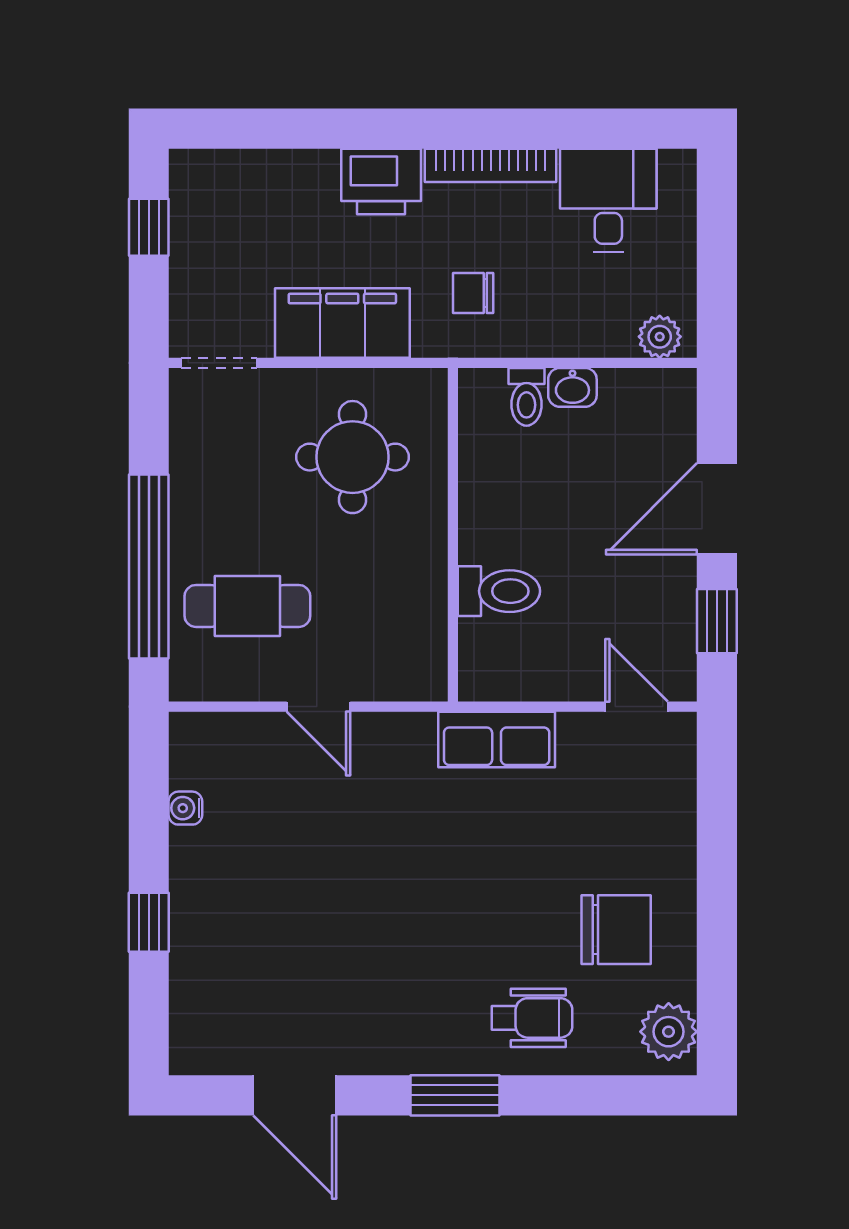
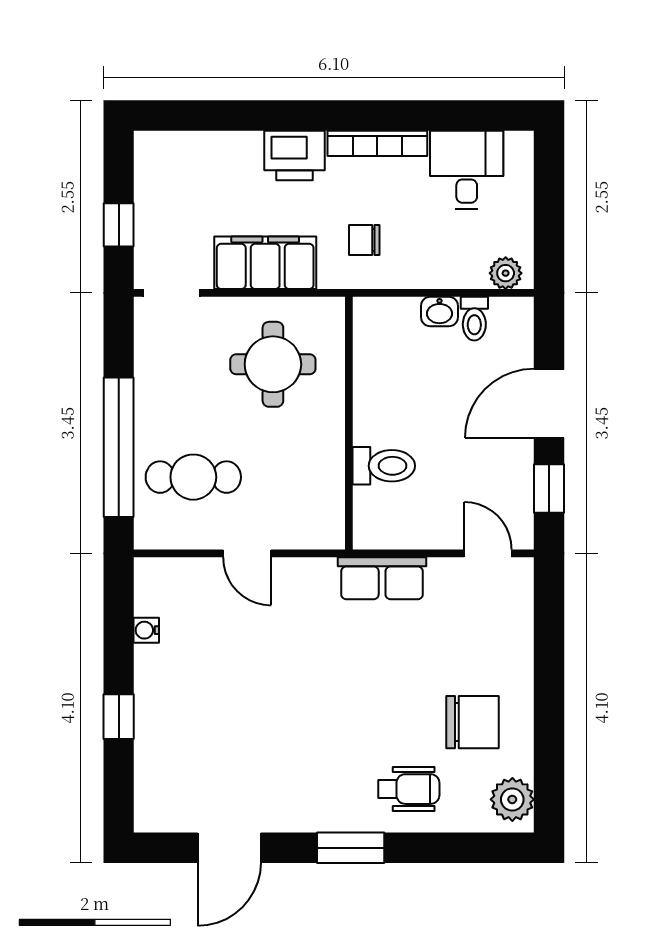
window: (149, 227) -> (119, 225), moved
toilet: (526, 397) -> (474, 319), moved
door: (295, 1095) -> (229, 848), hinge flipped

